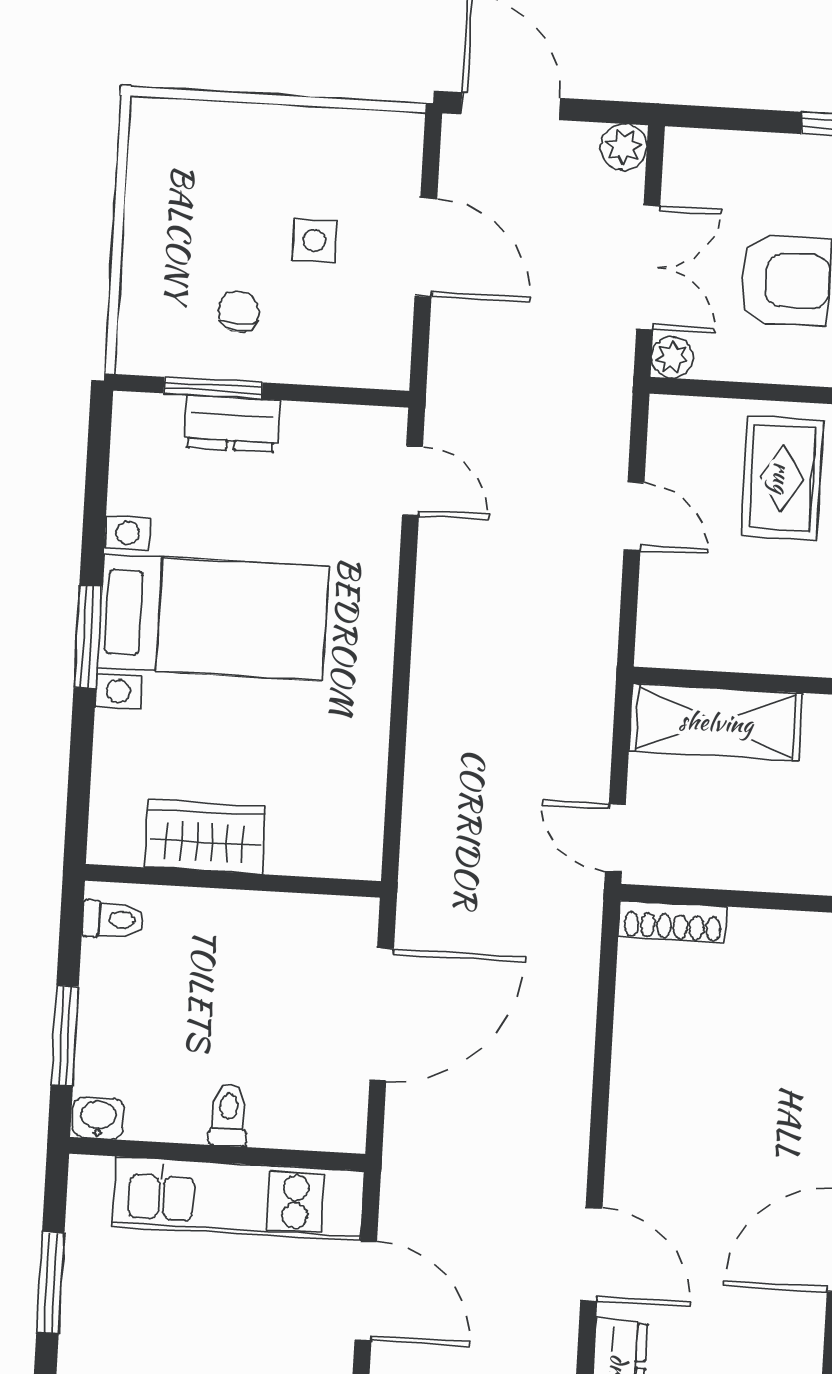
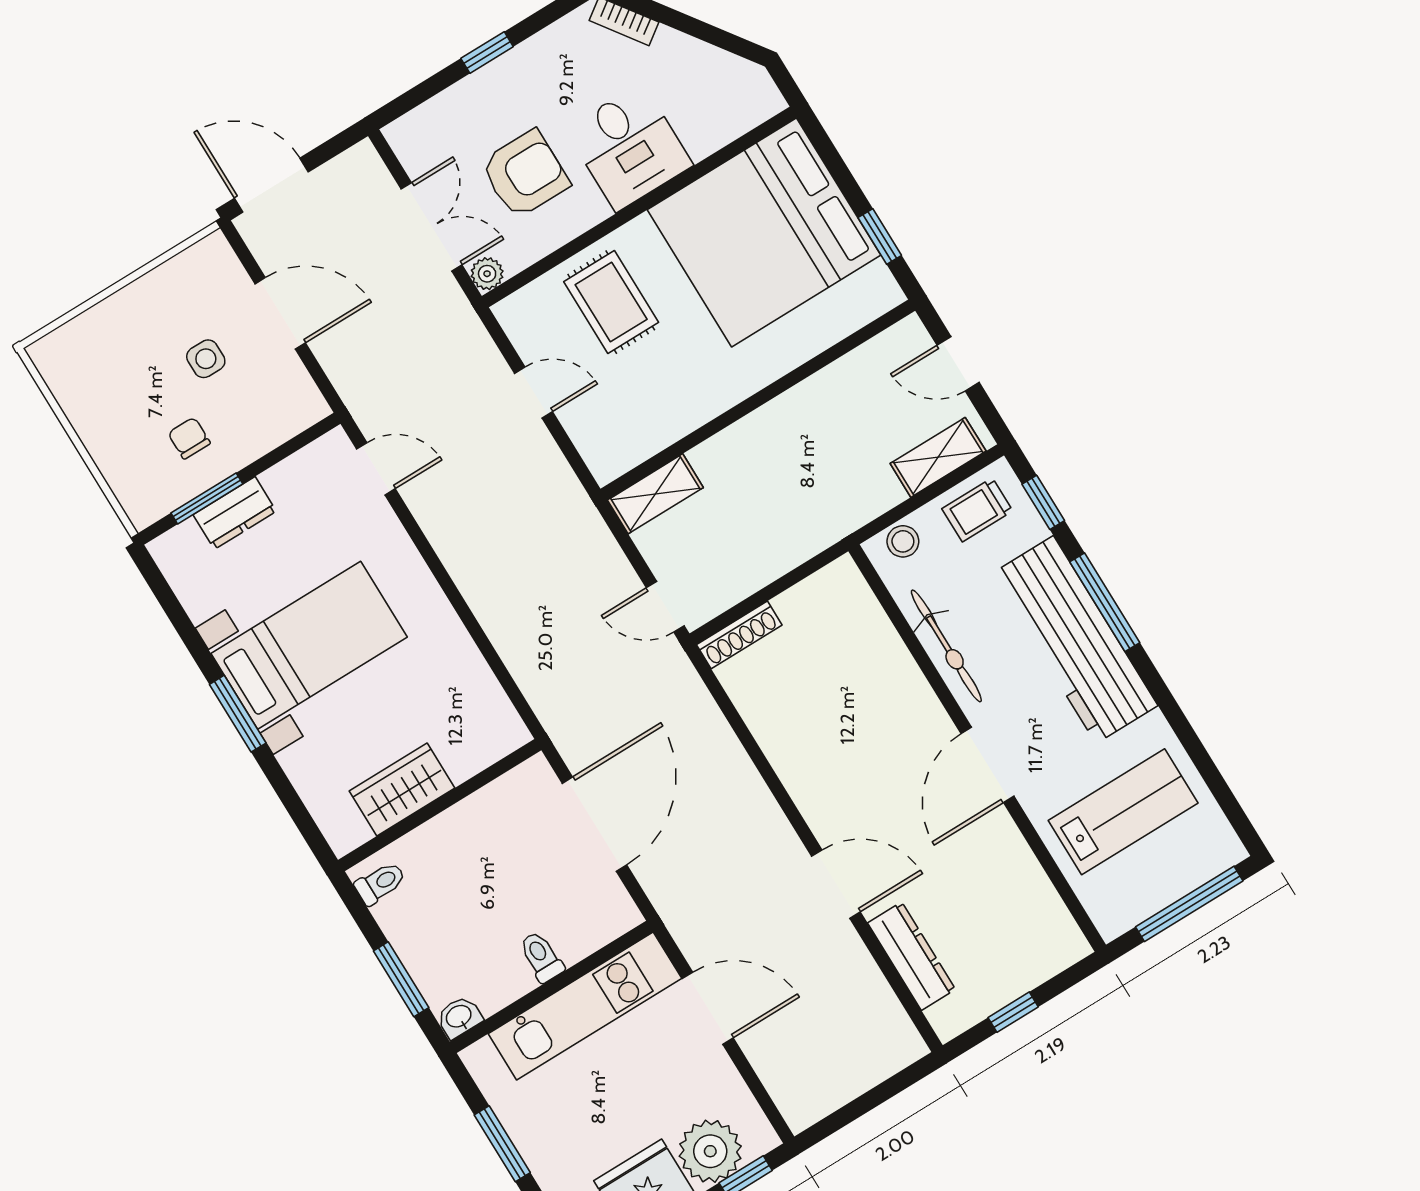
plant: (624, 147) -> (362, 161), removed
shelving: (716, 722) -> (655, 494), width x0.67, depth x0.75

